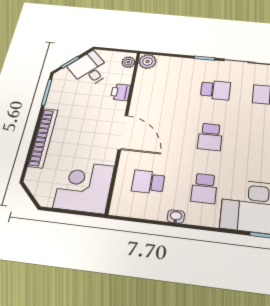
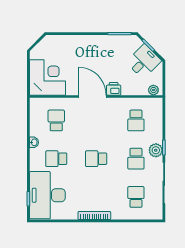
plant: (148, 62) -> (156, 150), moved
school desk: (164, 85) -> (136, 120), added
printer: (121, 92) -> (114, 89), moved
door: (123, 132) -> (92, 96), swing flipped
bookcase: (43, 138) -> (81, 40), removed

